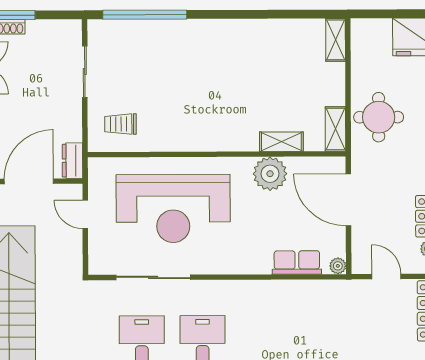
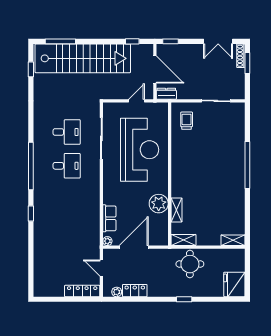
window: (145, 15) -> (247, 165), moved
door: (348, 200) -> (134, 247), moved
reception desk: (173, 208) -> (140, 150), turned 180
door: (386, 277) -> (101, 268), swing flipped

